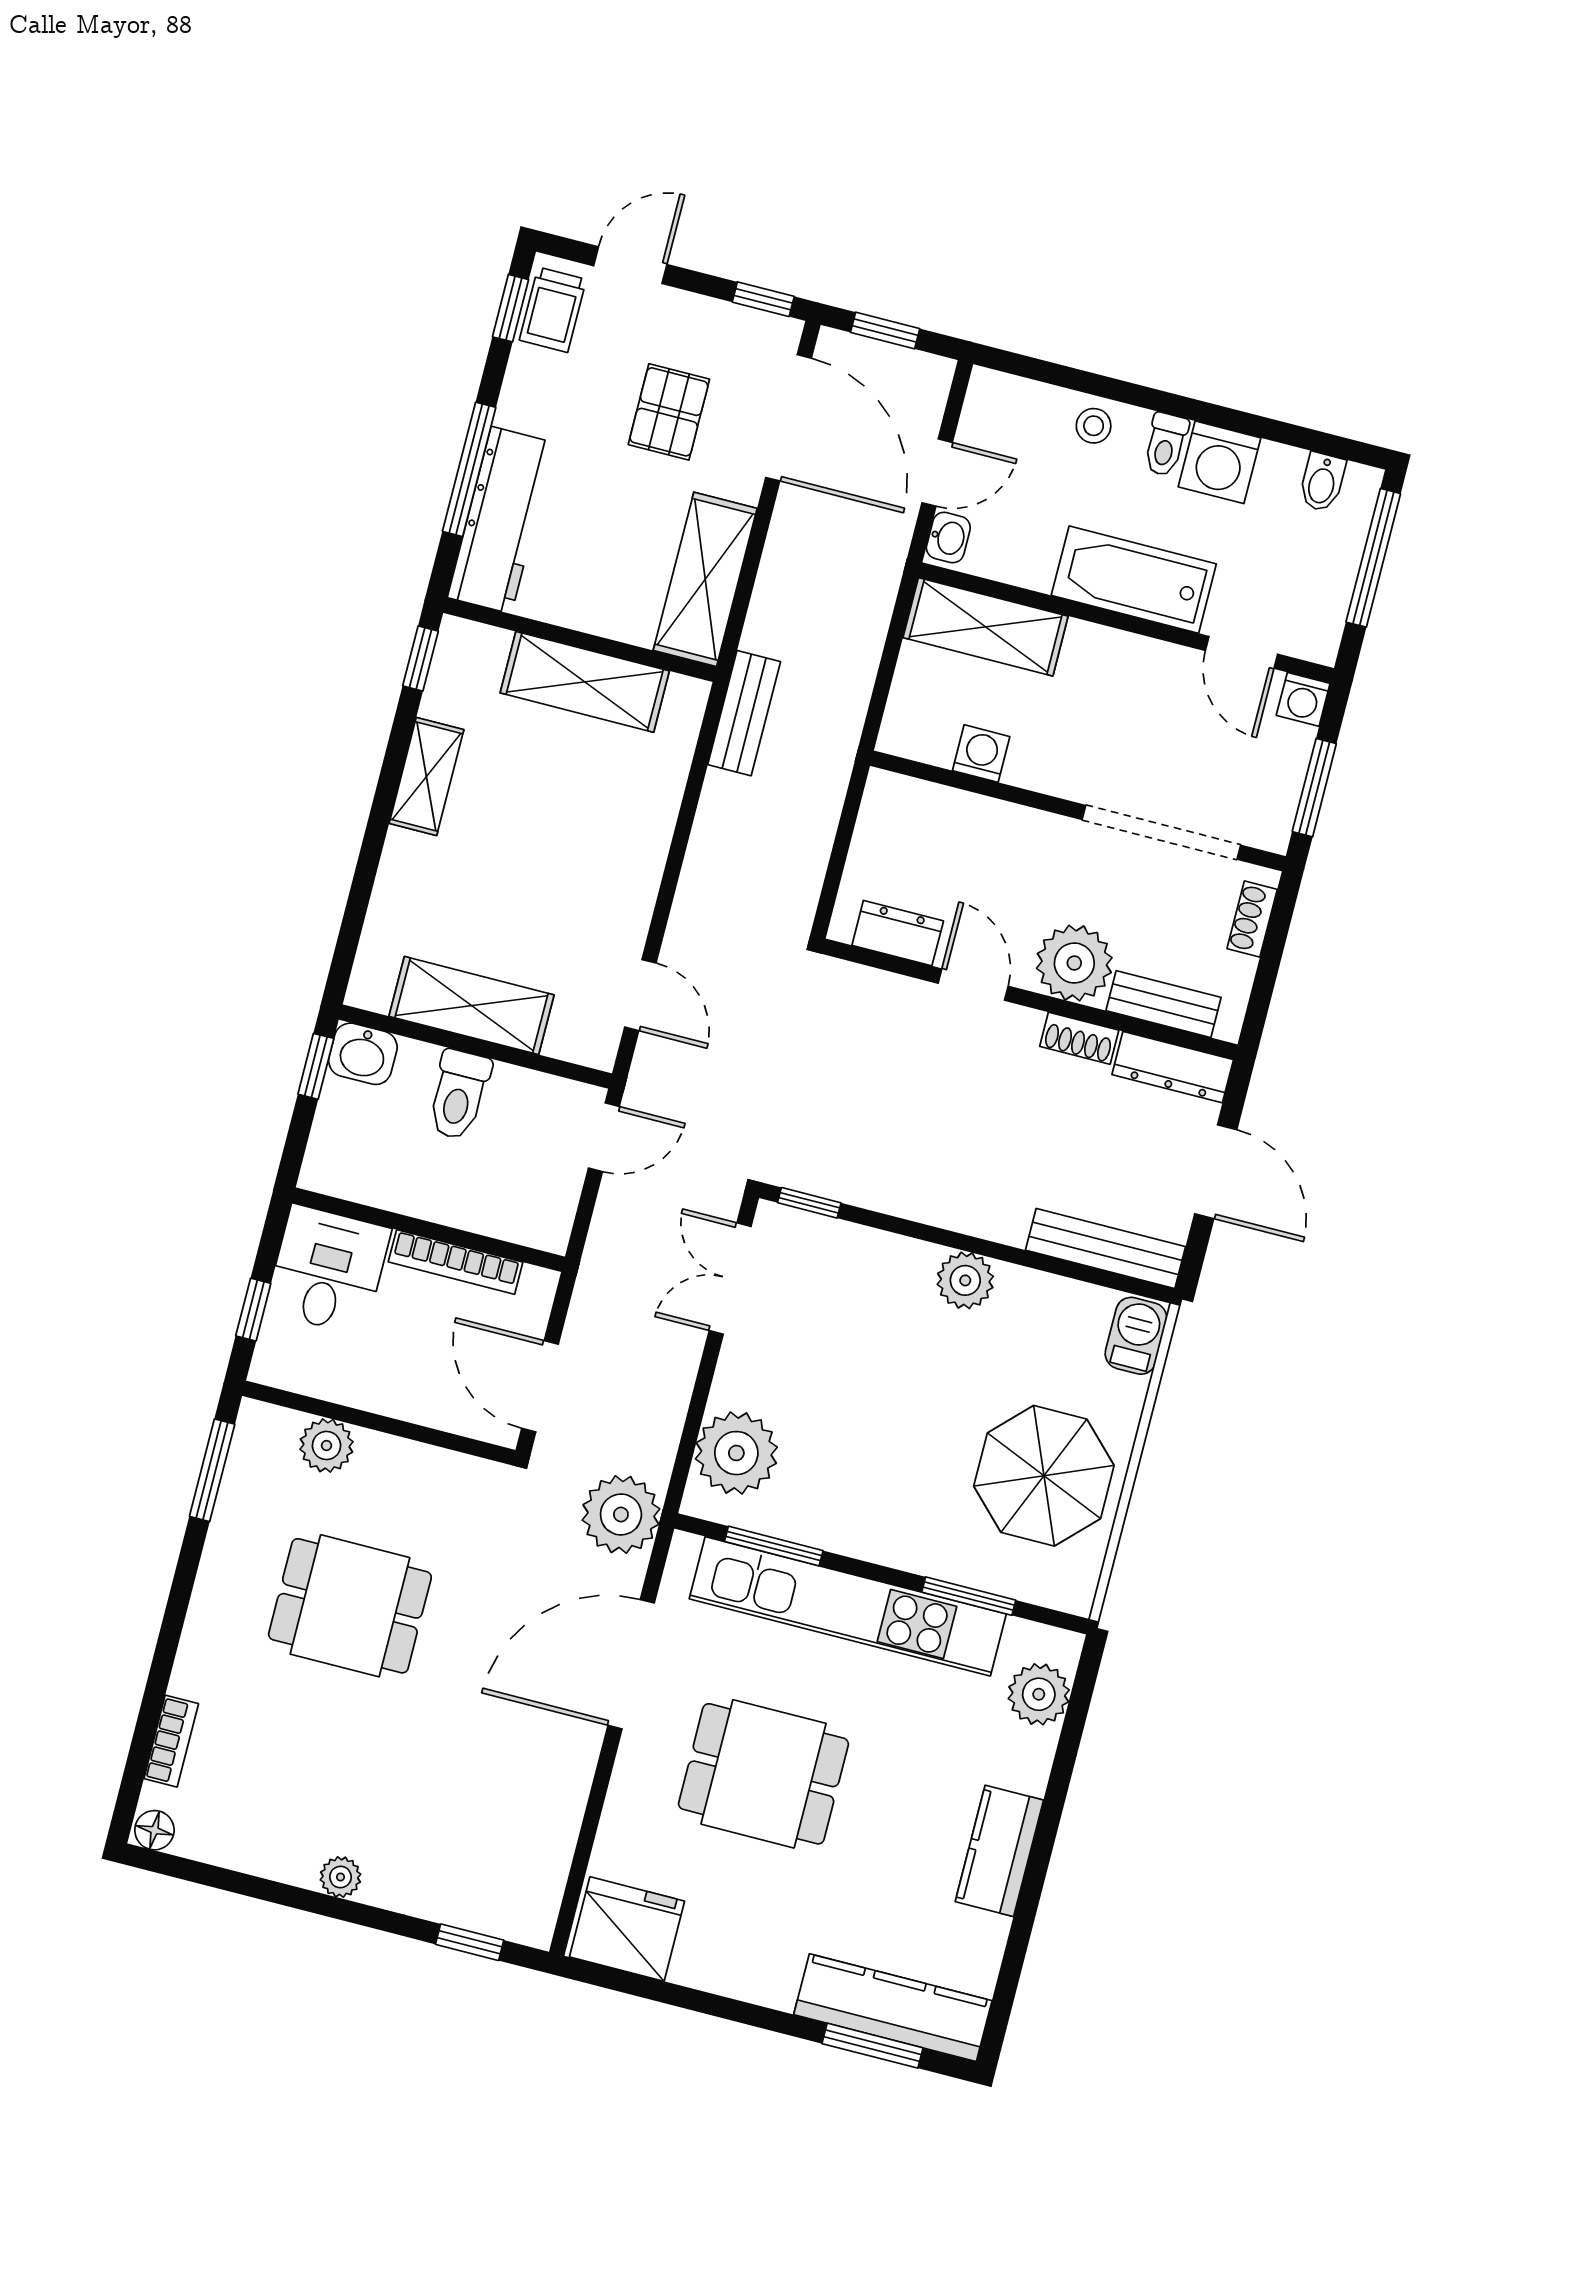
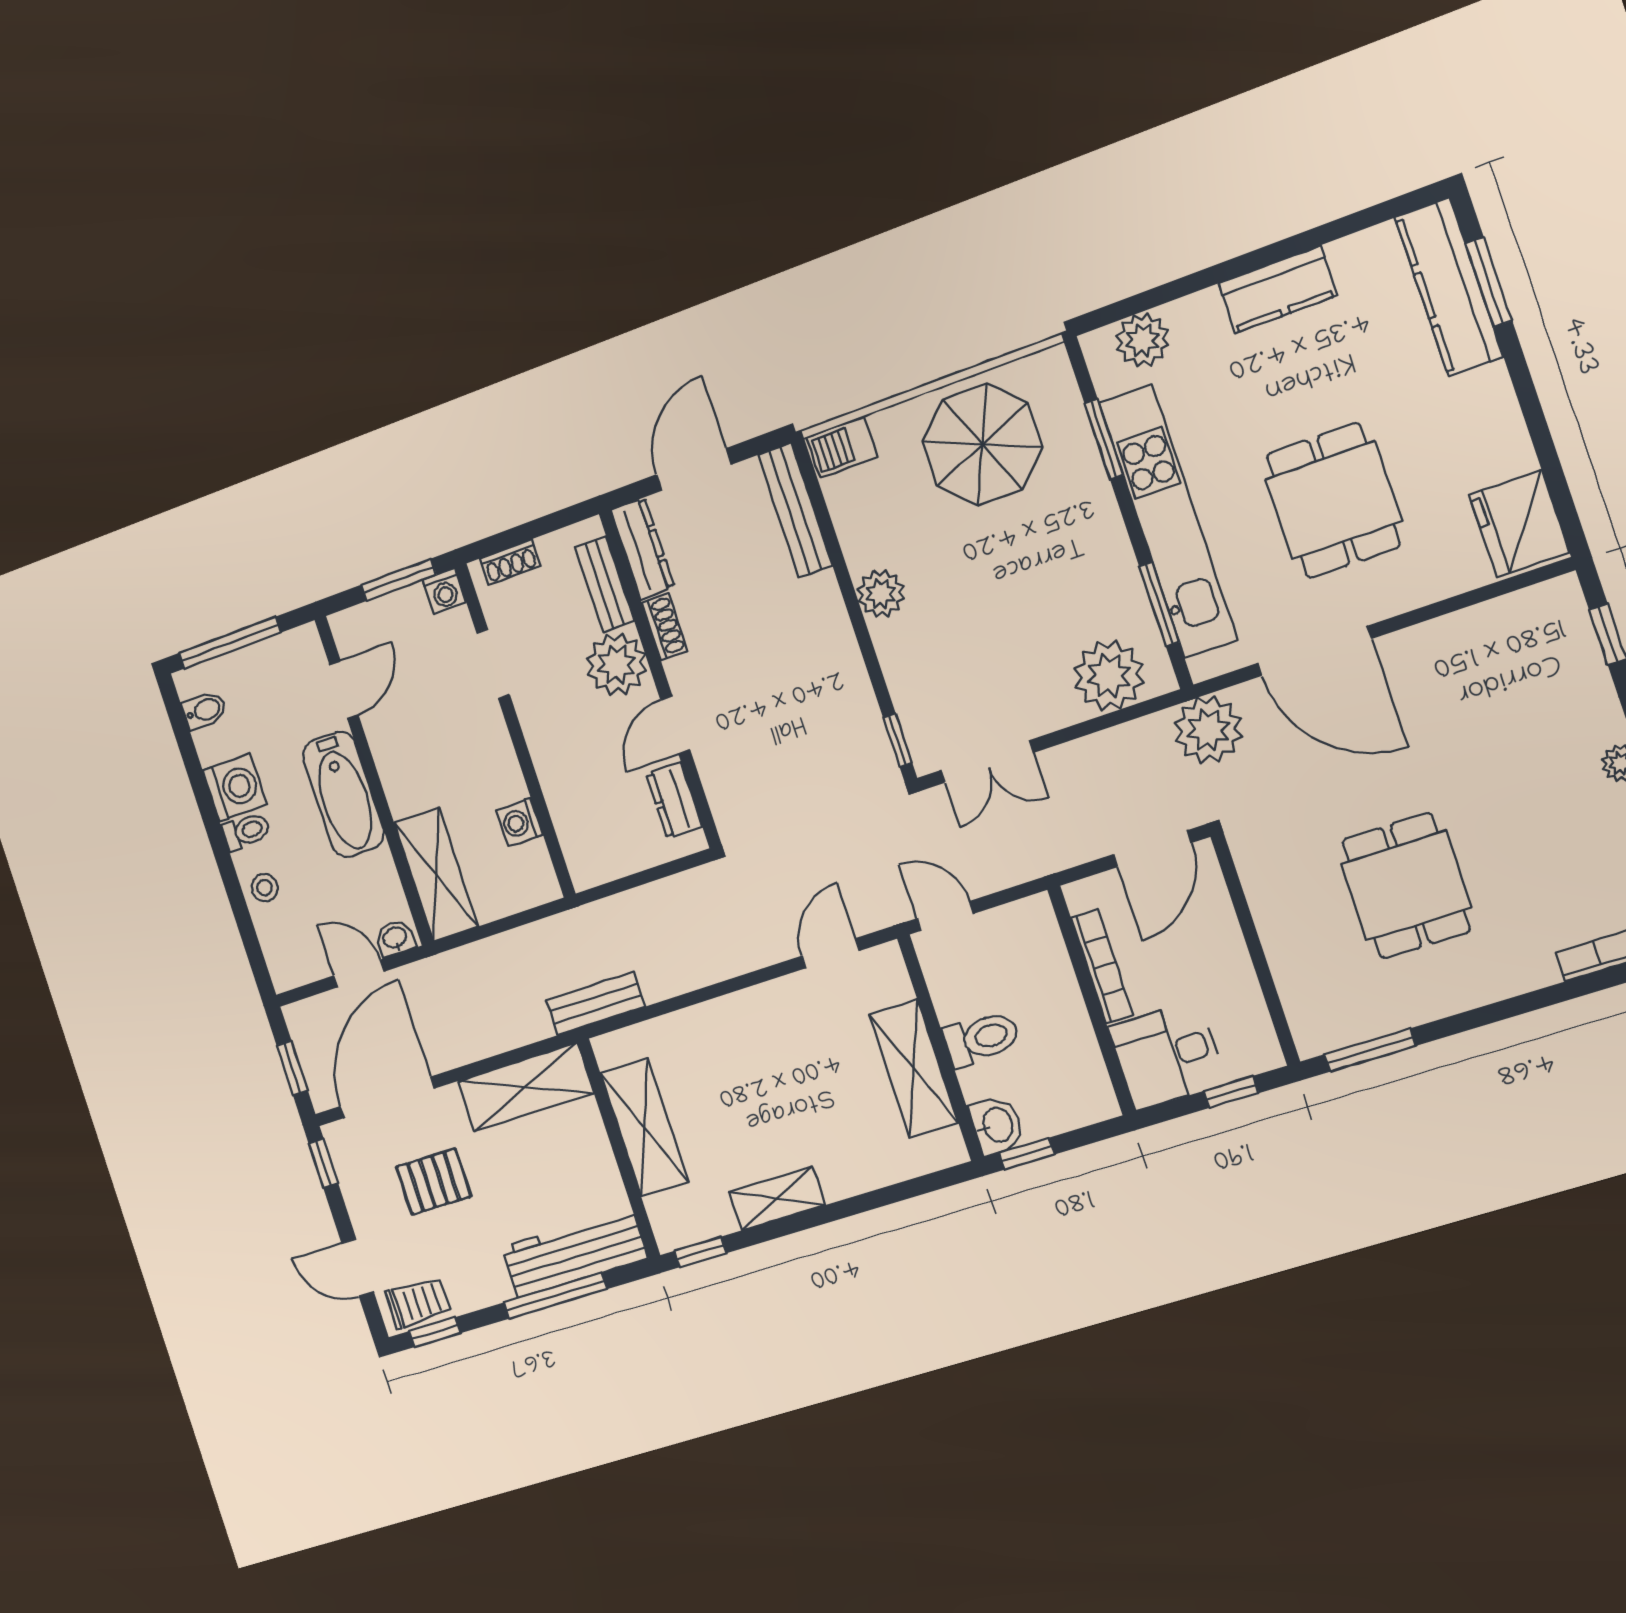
washing machine: (1303, 699) -> (444, 591), moved, turned 90
doorway: (1161, 832) -> (493, 664), width x0.53
plant: (327, 1446) -> (1297, 977), removed

